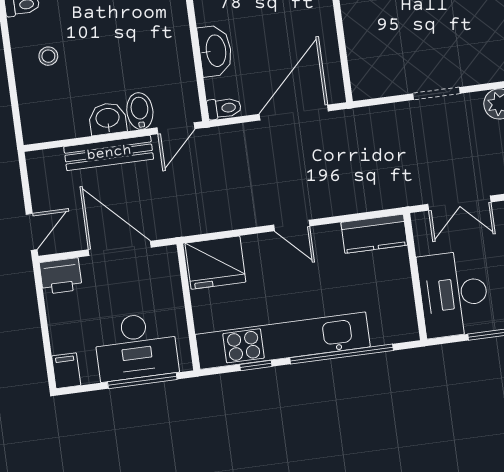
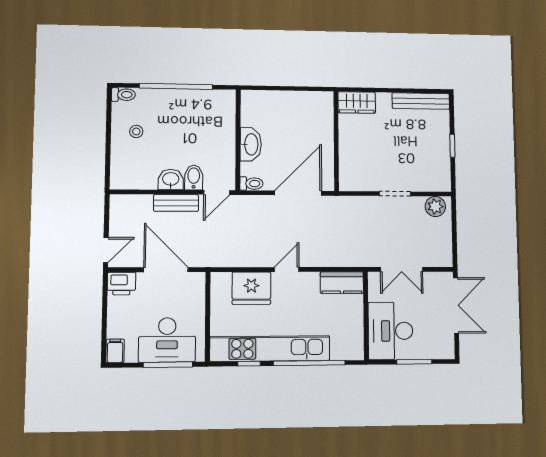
bench: (109, 153) -> (176, 203), width x0.73
door: (292, 225) -> (287, 270), swing flipped
fridge: (215, 263) -> (251, 288), moved

